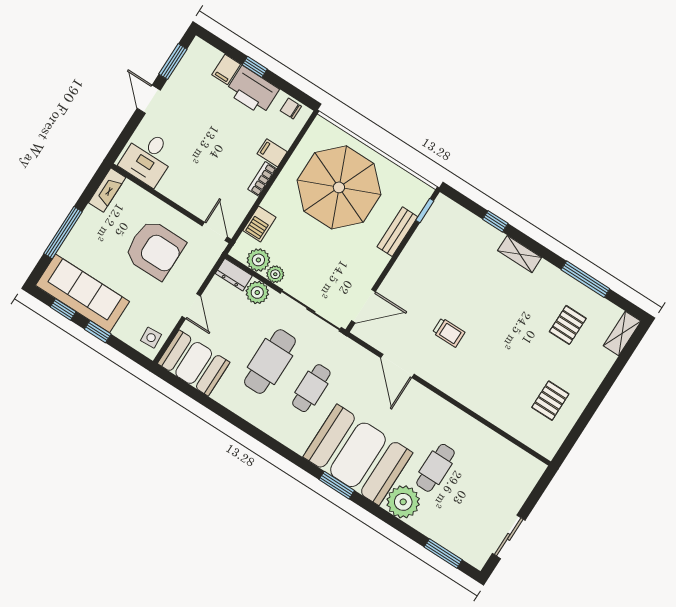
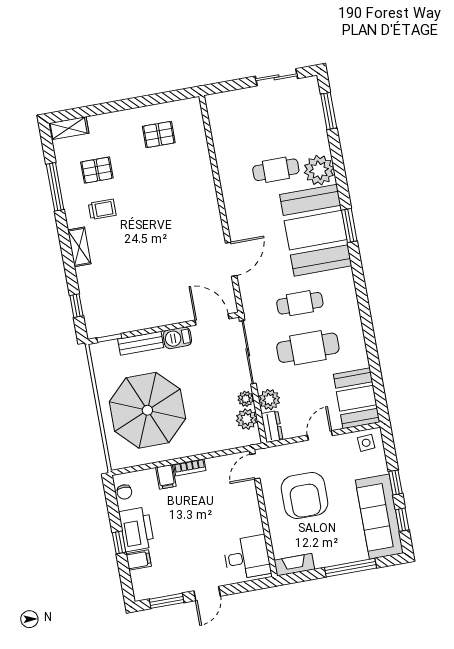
window: (495, 221) -> (76, 306), moved
barbecue: (259, 224) -> (177, 338), moved, turned 180
armchair: (155, 249) -> (305, 495), turned 180
trolley: (449, 332) -> (102, 209), moved, turned 90

